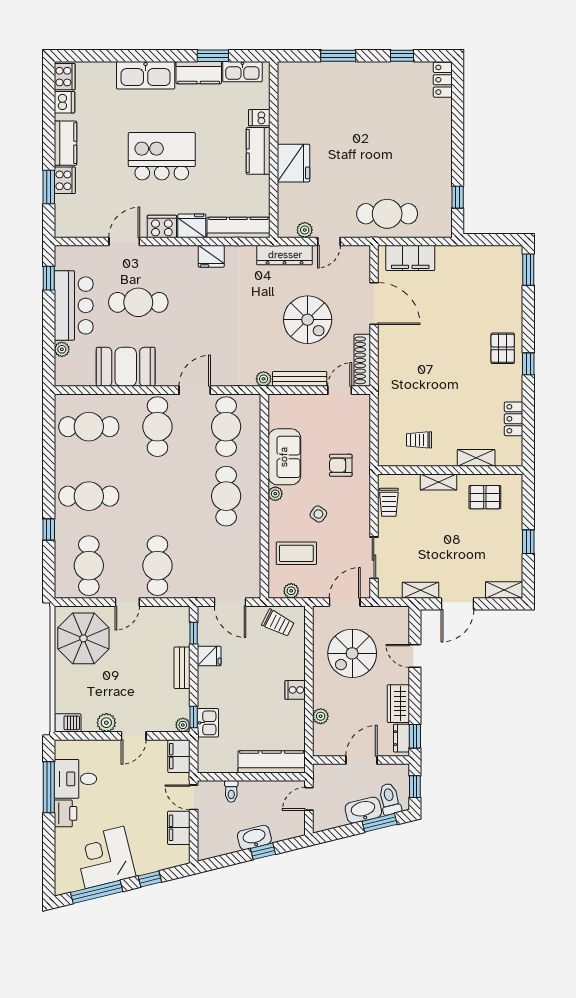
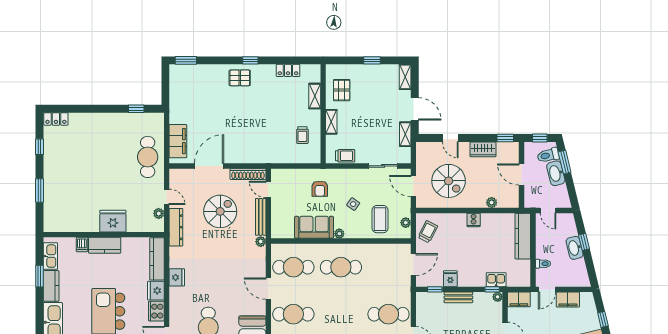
door: (415, 656) -> (450, 138), hinge flipped
dresser: (401, 738) -> (507, 147), removed

